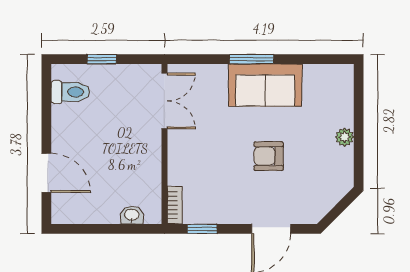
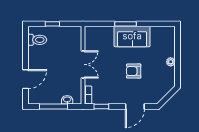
double door: (164, 101) -> (83, 64), moved
door: (46, 173) -> (26, 79), hinge flipped
window: (104, 229) -> (53, 106), added

